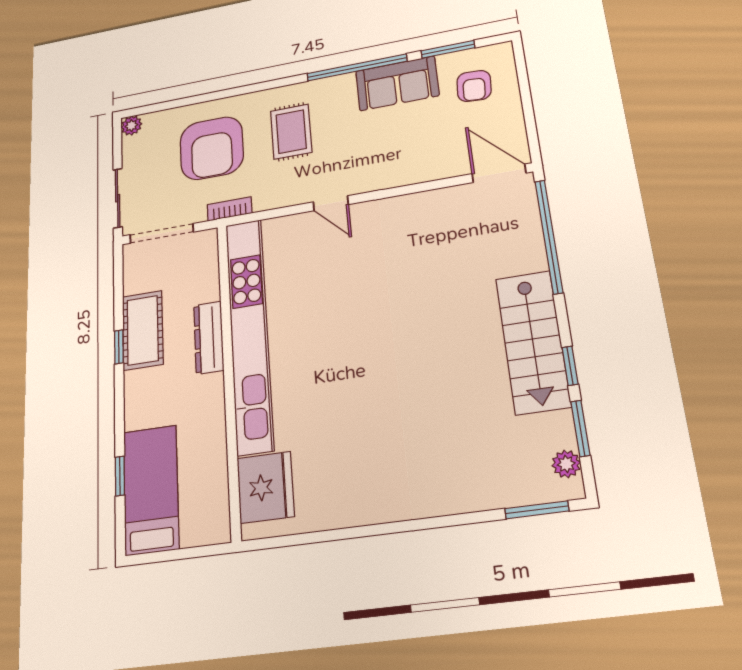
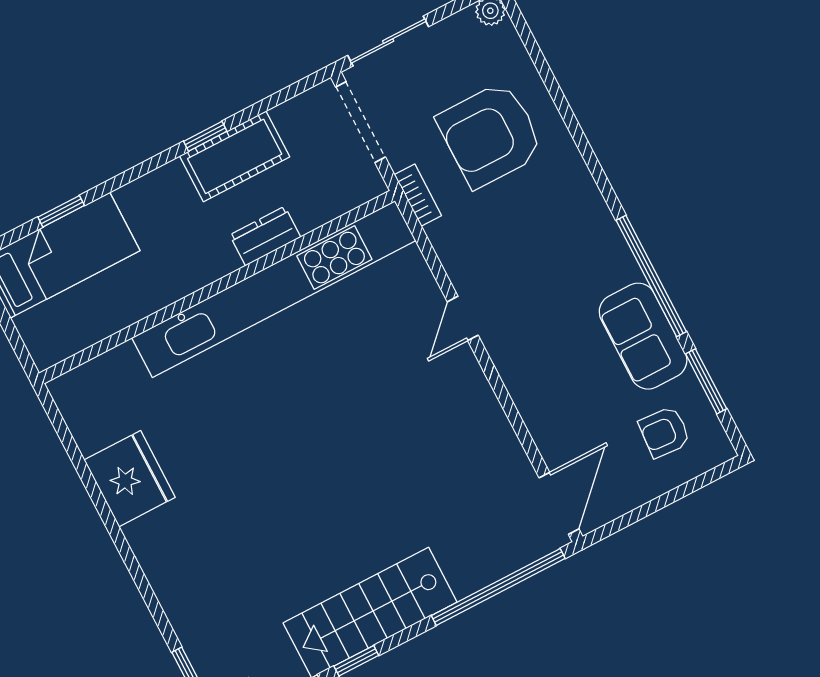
rug: (291, 132) -> (541, 229), removed
dresser: (209, 338) -> (265, 236), width x0.70
fridge: (265, 487) -> (130, 479), moved, turned -90

